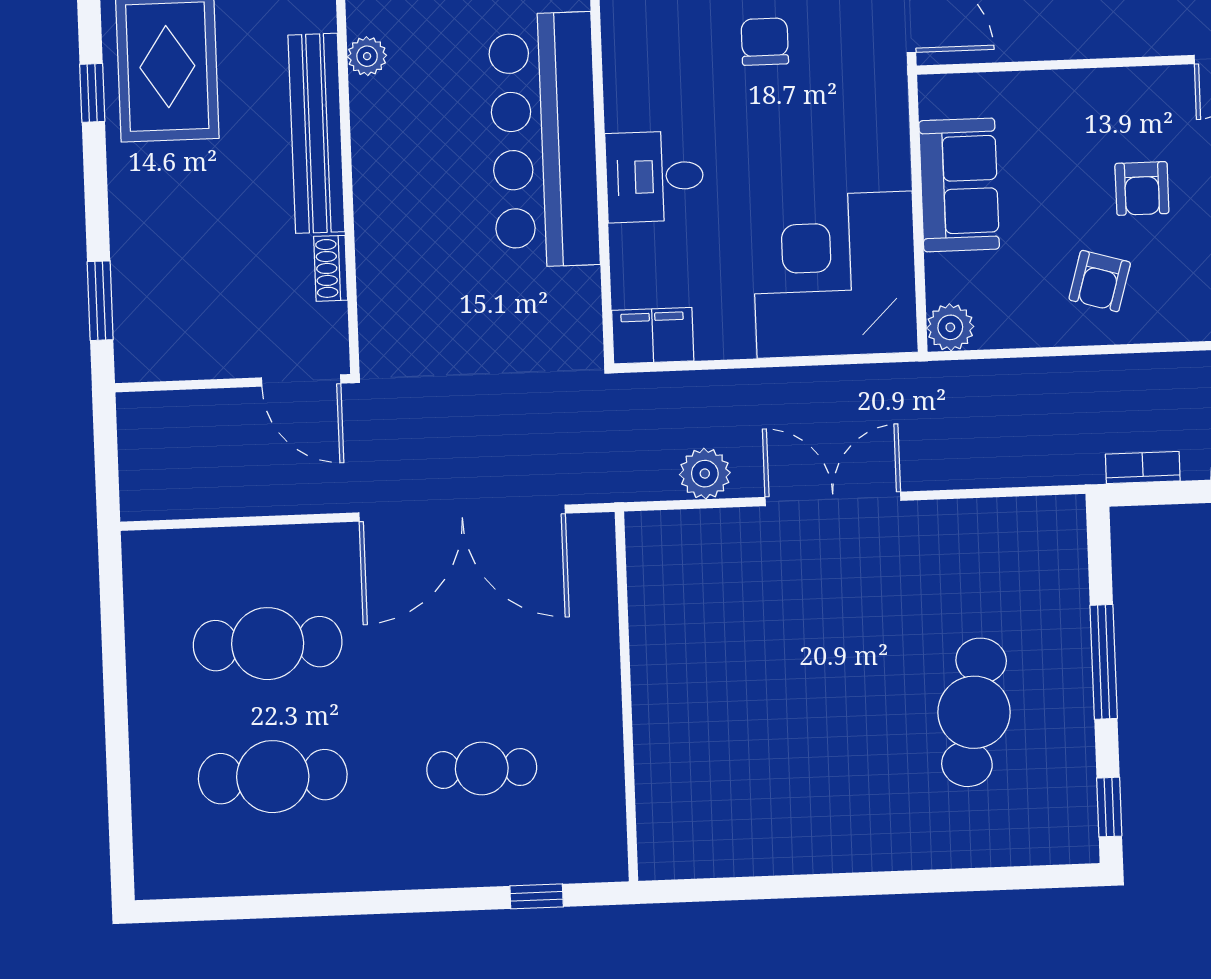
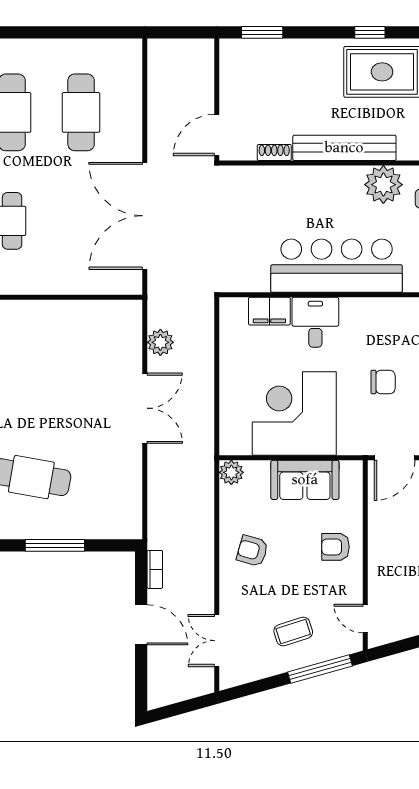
plant: (367, 56) -> (383, 185), width x1.88, depth x1.88
armchair: (1142, 188) -> (335, 547), moved
corner desk: (835, 275) -> (294, 414), moved, turned -90
filing cabinet: (653, 336) -> (269, 311), moved, turned 90

